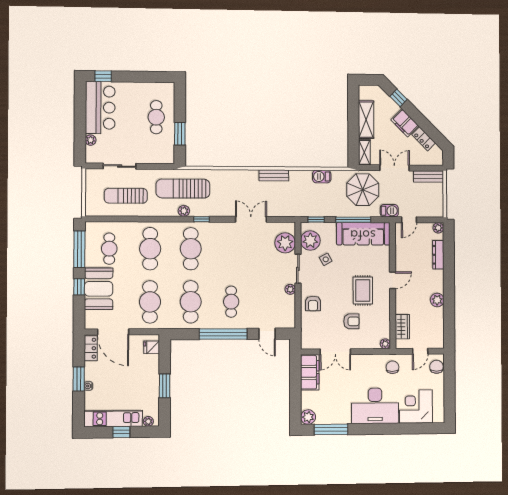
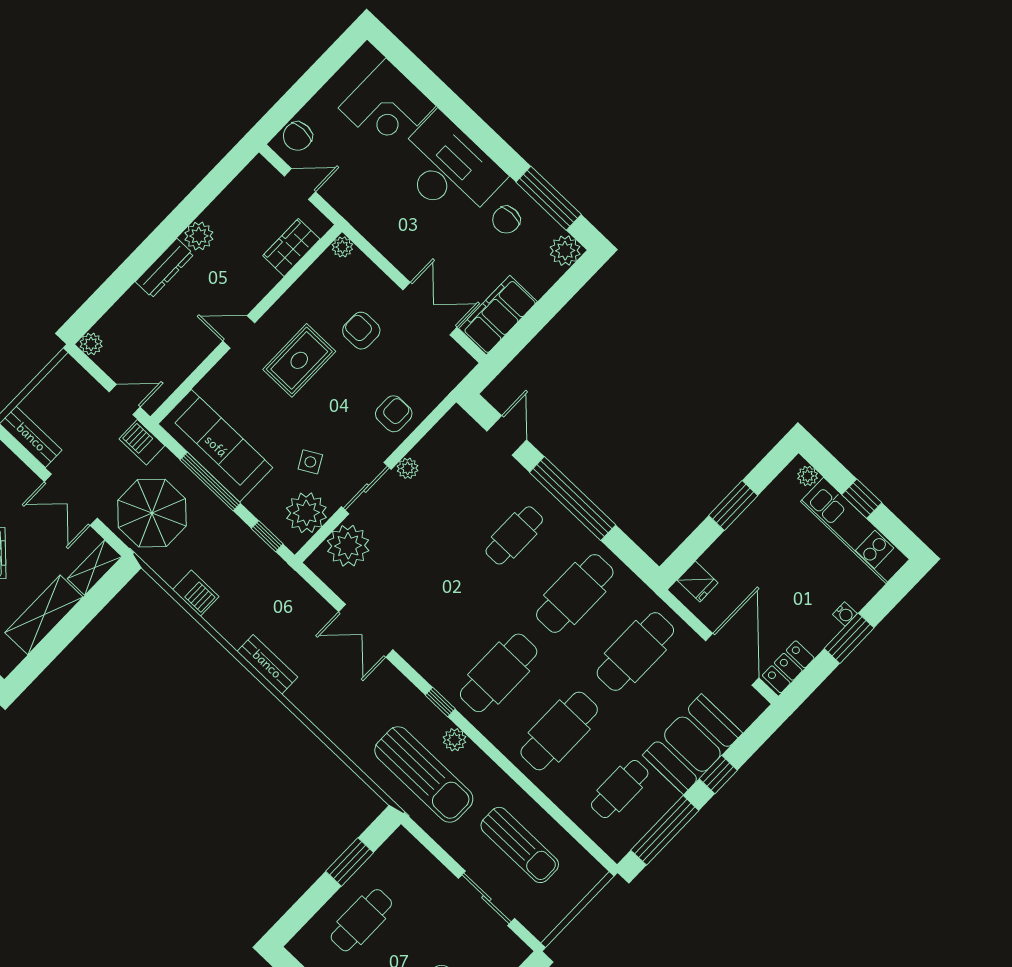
dresser: (438, 255) -> (164, 268), moved
chair: (392, 367) -> (506, 220), moved

